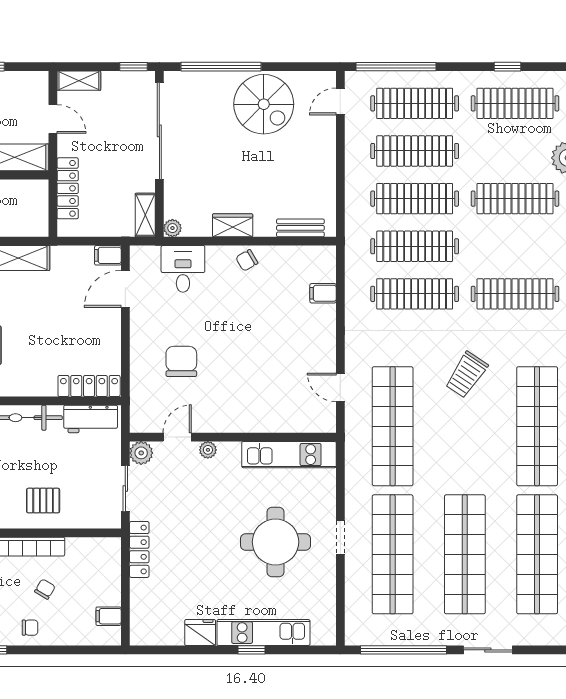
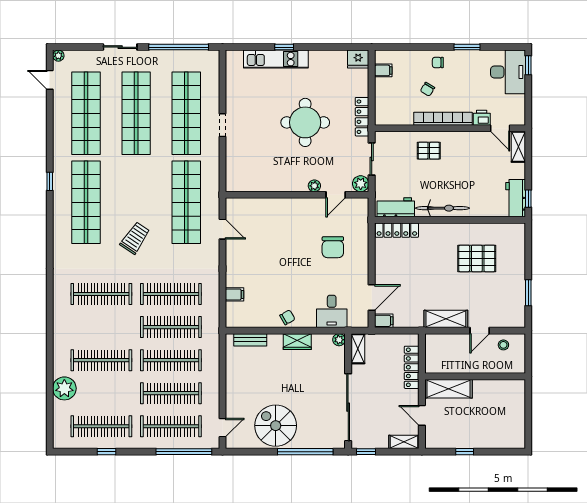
kitchen unit: (289, 455) -> (258, 183), removed
round table: (276, 542) -> (305, 122), moved
fridge: (200, 632) -> (358, 59), moved

